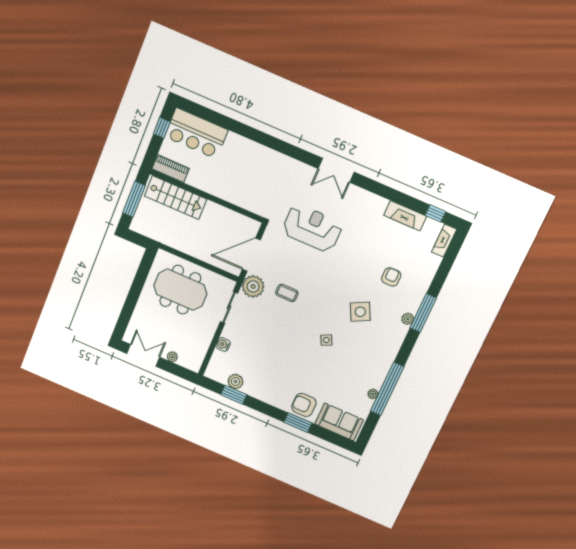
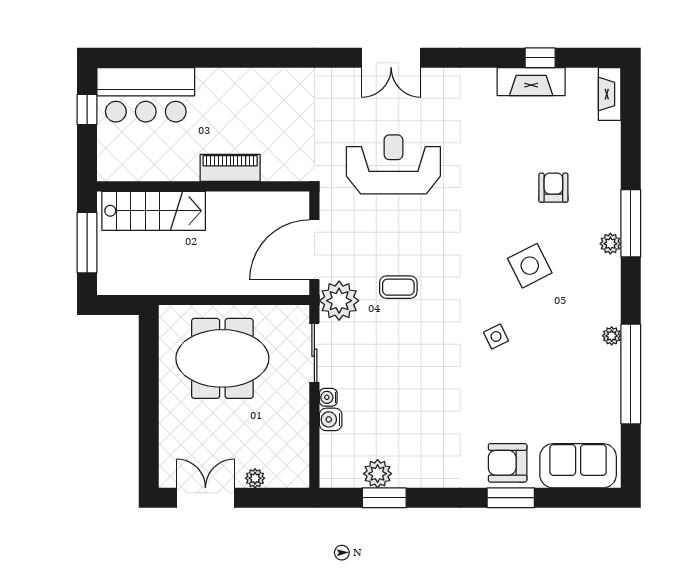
piano: (171, 169) -> (230, 168), moved
window: (435, 213) -> (540, 58), moved
water cooler: (227, 333) -> (328, 397), added
plant: (373, 394) -> (612, 336), moved

